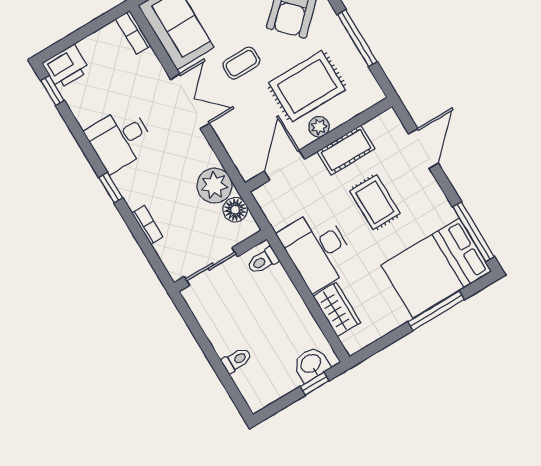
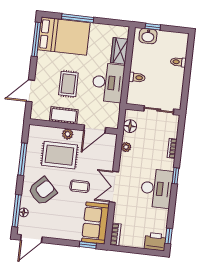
desk: (120, 139) -> (157, 188), width x1.37
plant: (214, 185) -> (126, 147), width x0.53, depth x0.53
toilet: (263, 261) -> (137, 77), moved

